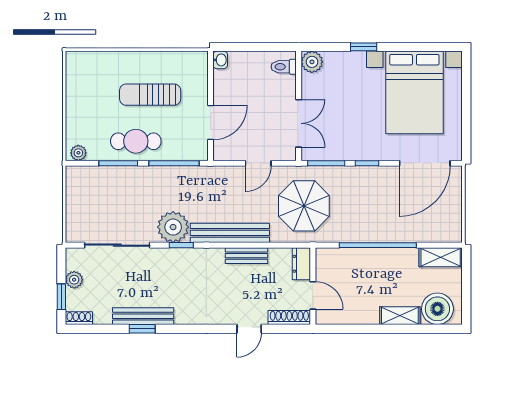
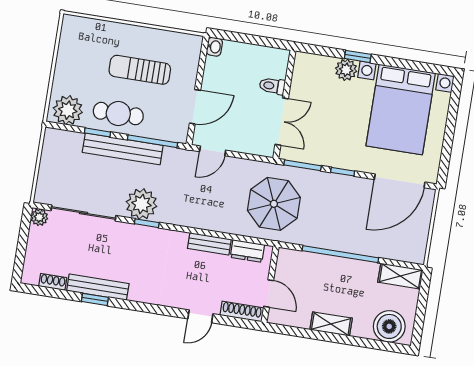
plant: (312, 62) -> (346, 70), moved
toilet: (284, 67) -> (272, 86), moved
plant: (78, 153) -> (68, 110), width x1.88, depth x1.88
window: (118, 163) -> (97, 132), width x0.67
door: (258, 163) -> (213, 151), moved
bench: (230, 233) -> (123, 149), moved
dresser: (301, 264) -> (247, 251), moved, turned -90
plant: (74, 280) -> (39, 217), moved
window: (61, 297) -> (20, 255), removed
shelving: (400, 316) -> (331, 324), moved
shoe rack: (79, 318) -> (53, 282), moved

